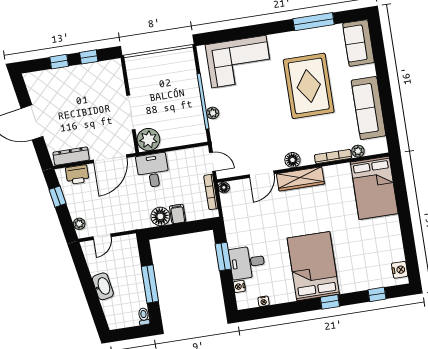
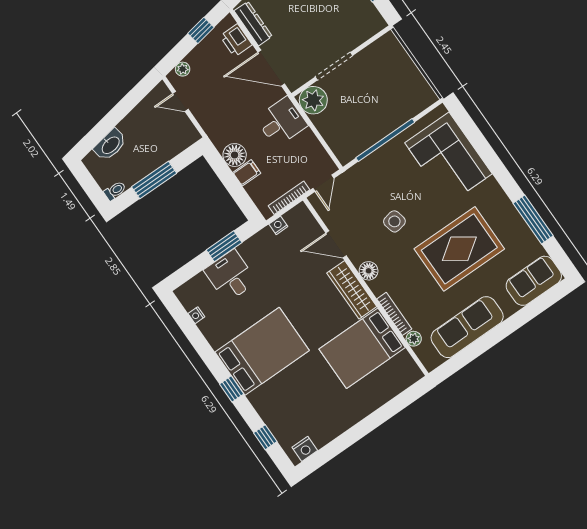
plant: (213, 113) -> (377, 157), removed
side table: (266, 123) -> (394, 221), added
floor lamp: (224, 187) -> (301, 210), removed
bed: (374, 188) -> (362, 348), moved
washbasin: (103, 286) -> (110, 145), moved
nightstand: (239, 286) -> (278, 225), moved

